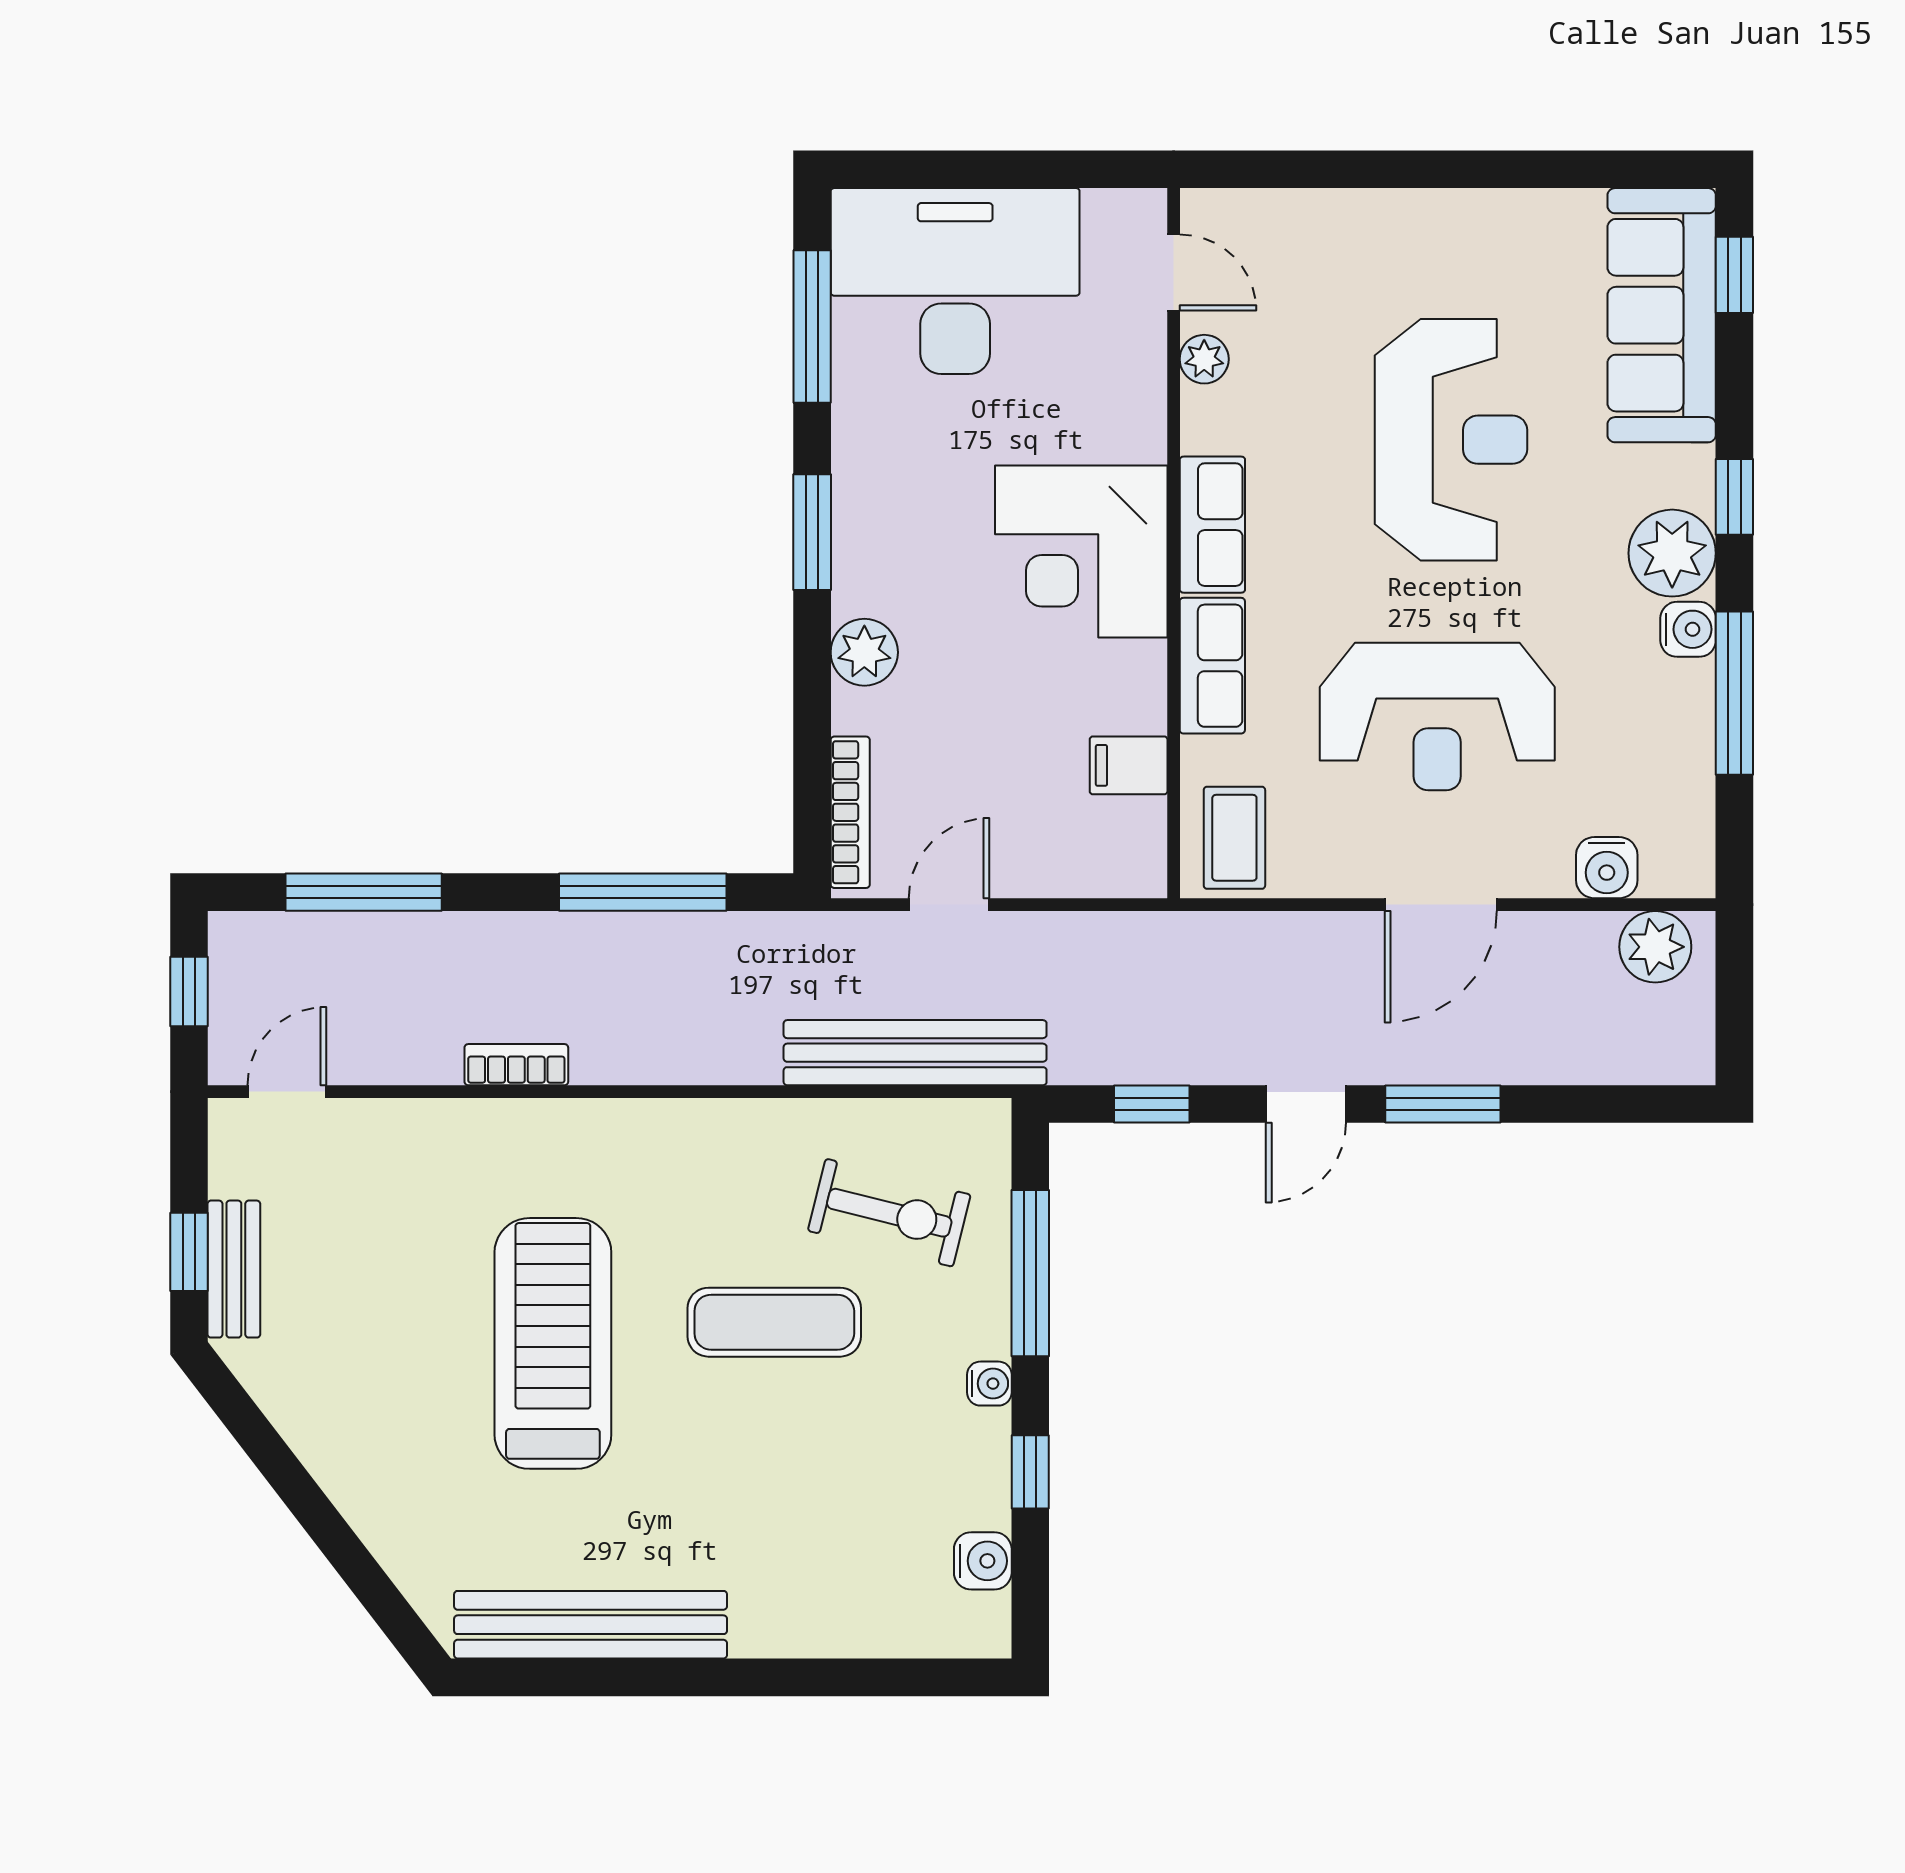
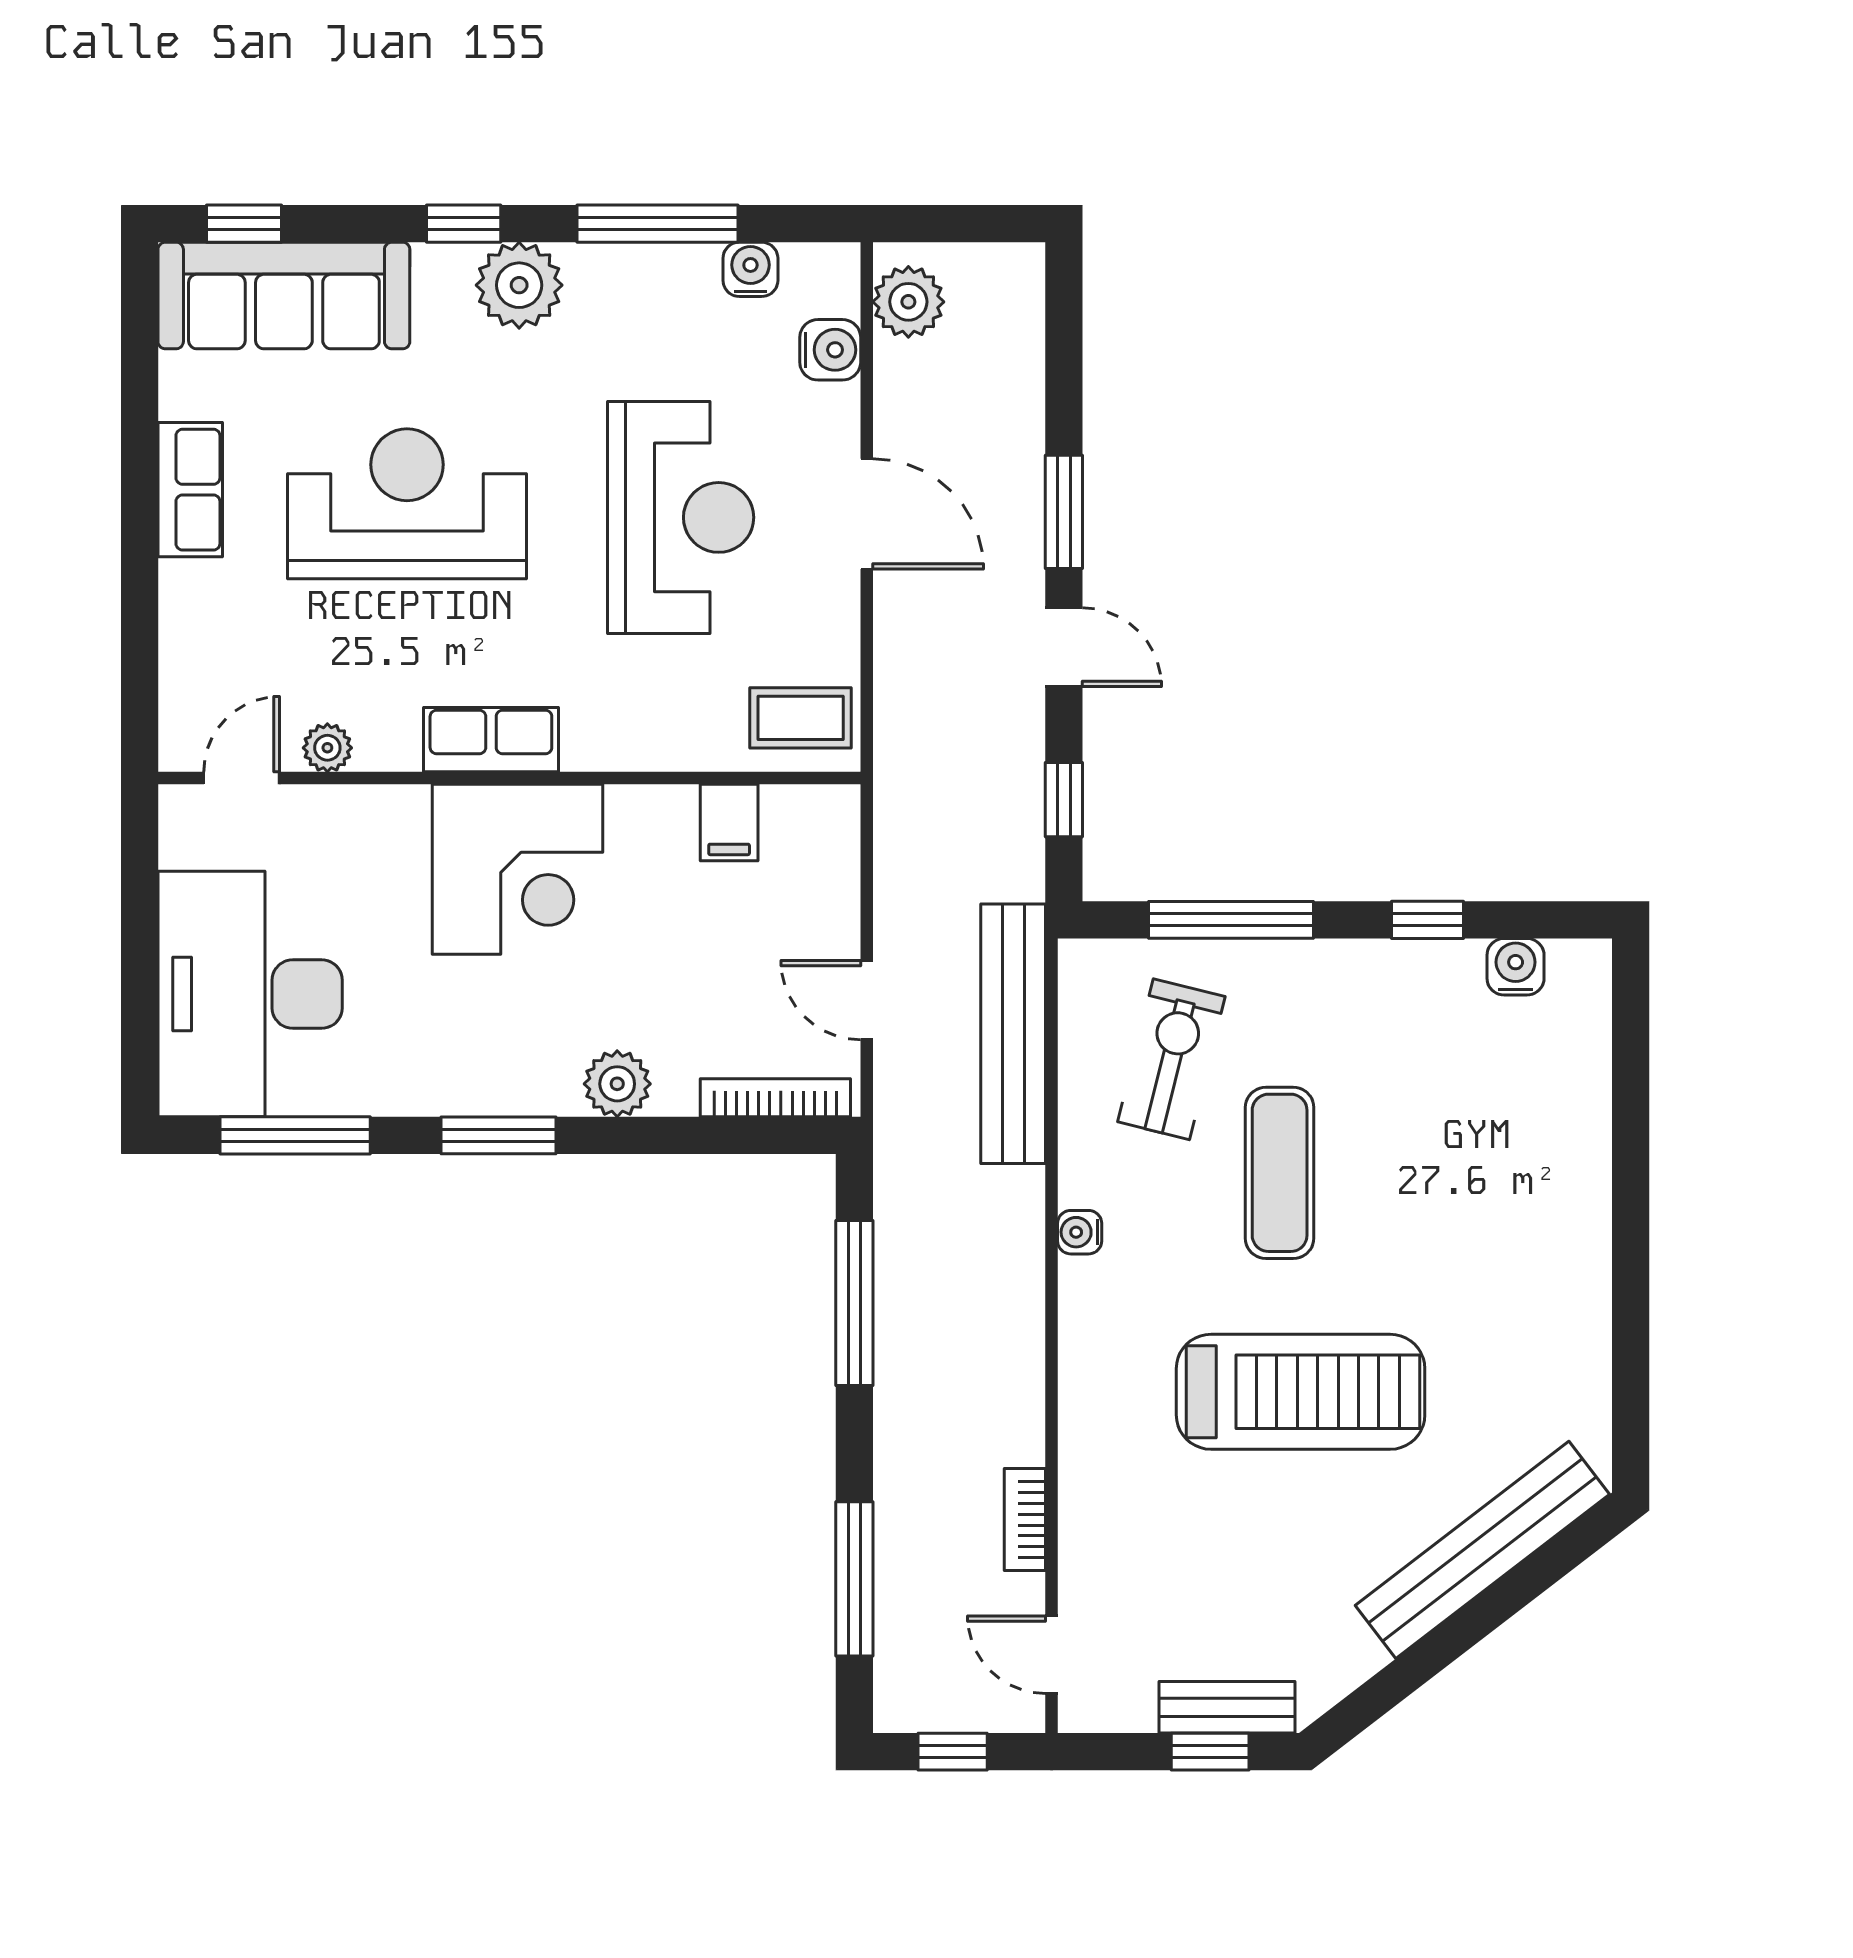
water cooler: (1688, 629) -> (750, 269), moved
row of seats: (1212, 666) -> (190, 490), moved, turned 90
bookcase: (516, 1065) -> (1025, 1520), moved
treadmill: (553, 1343) -> (1301, 1392), turned 180
water cooler: (989, 1384) -> (1080, 1232), moved, turned -90
bench: (591, 1625) -> (1482, 1550), moved, turned 52

